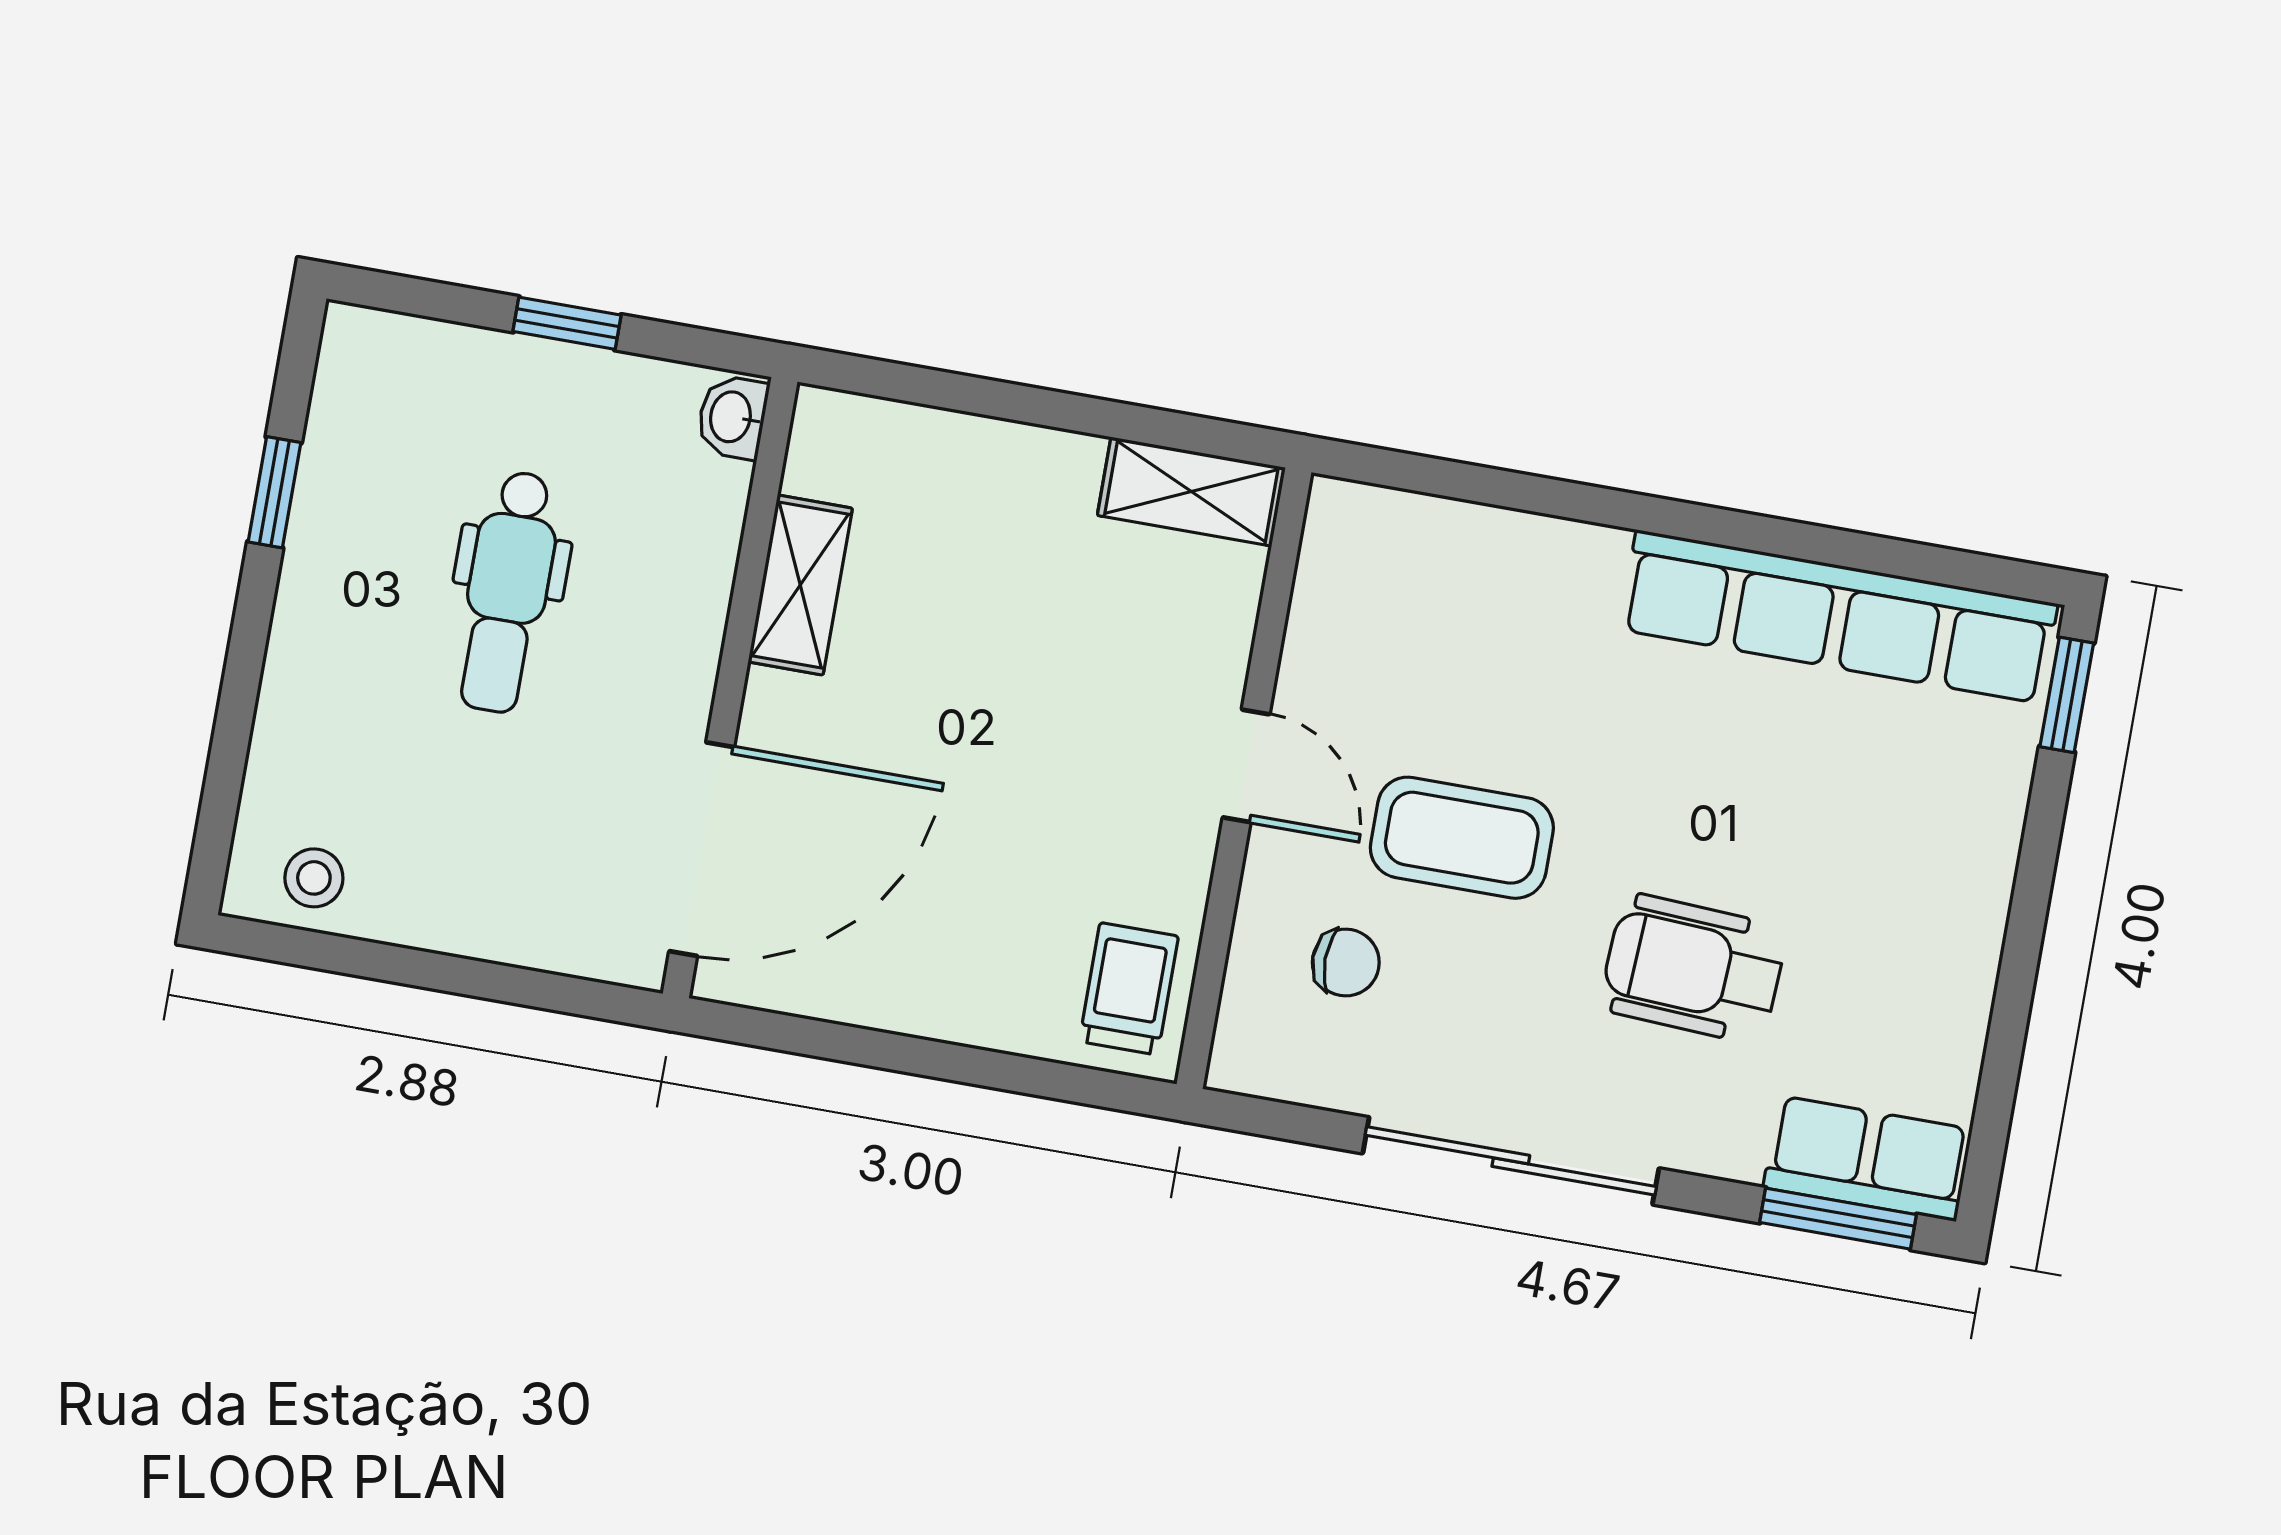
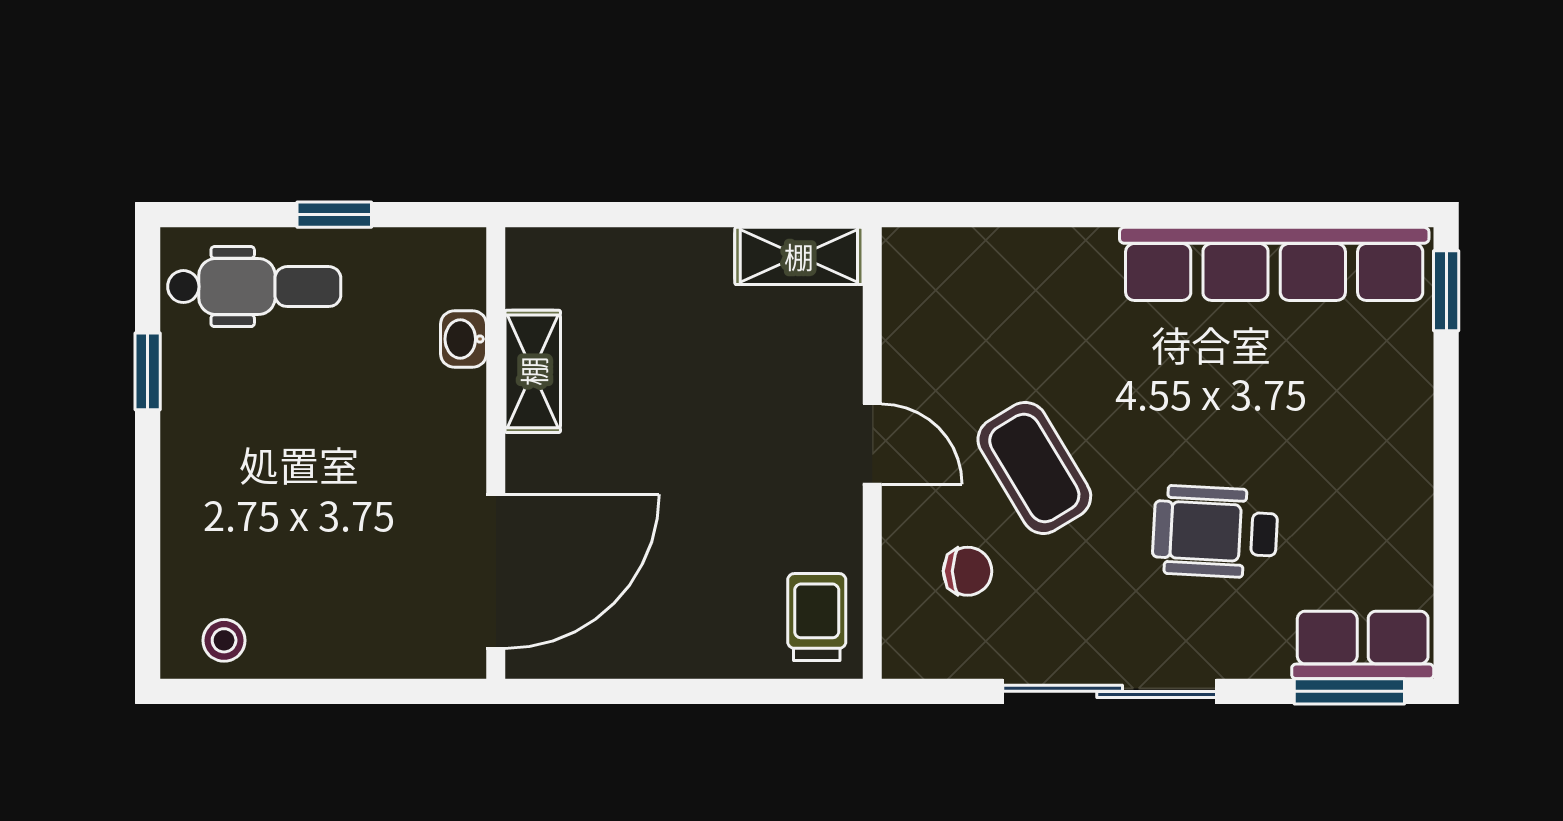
washbasin: (732, 417) -> (463, 339), moved
dental chair: (507, 592) -> (254, 287), moved, turned -90
coffee table: (1462, 838) -> (1034, 468), turned 59

